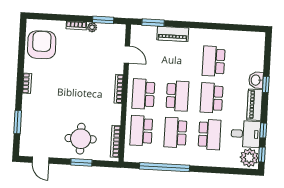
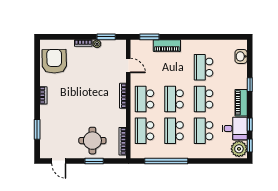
washbasin: (256, 80) -> (241, 56), moved
school desk: (177, 96) -> (174, 99), turned 180
school desk: (210, 135) -> (204, 131), turned 180

